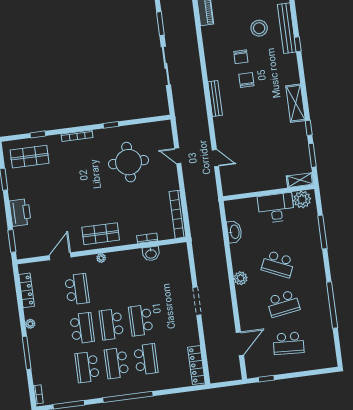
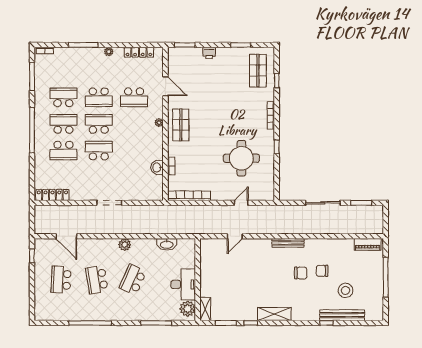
printer: (20, 213) -> (209, 53), width x0.53, depth x0.68

